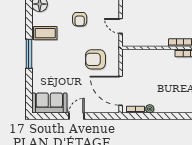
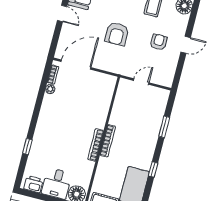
armchair: (80, 19) -> (159, 42), turned 90
armchair: (95, 59) -> (117, 34), moved, turned 180

